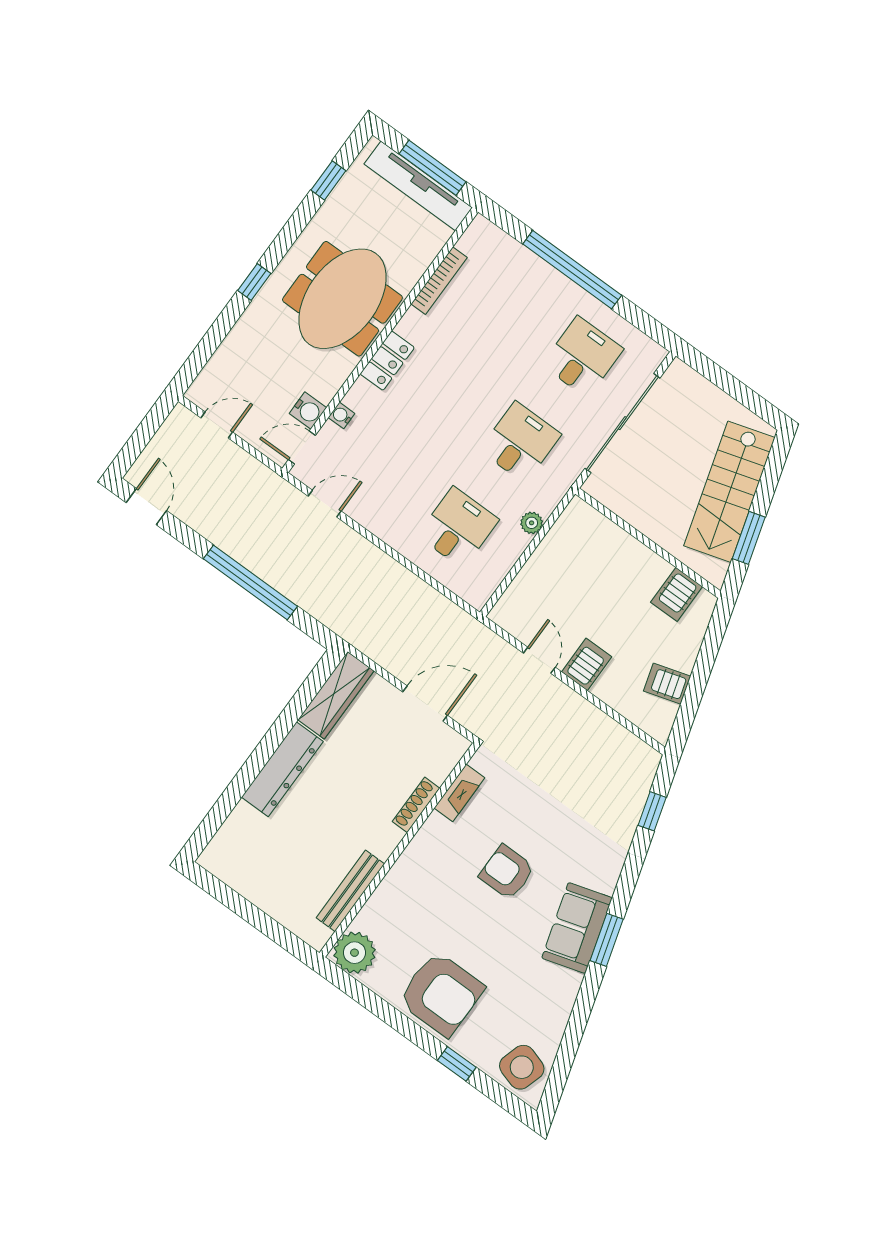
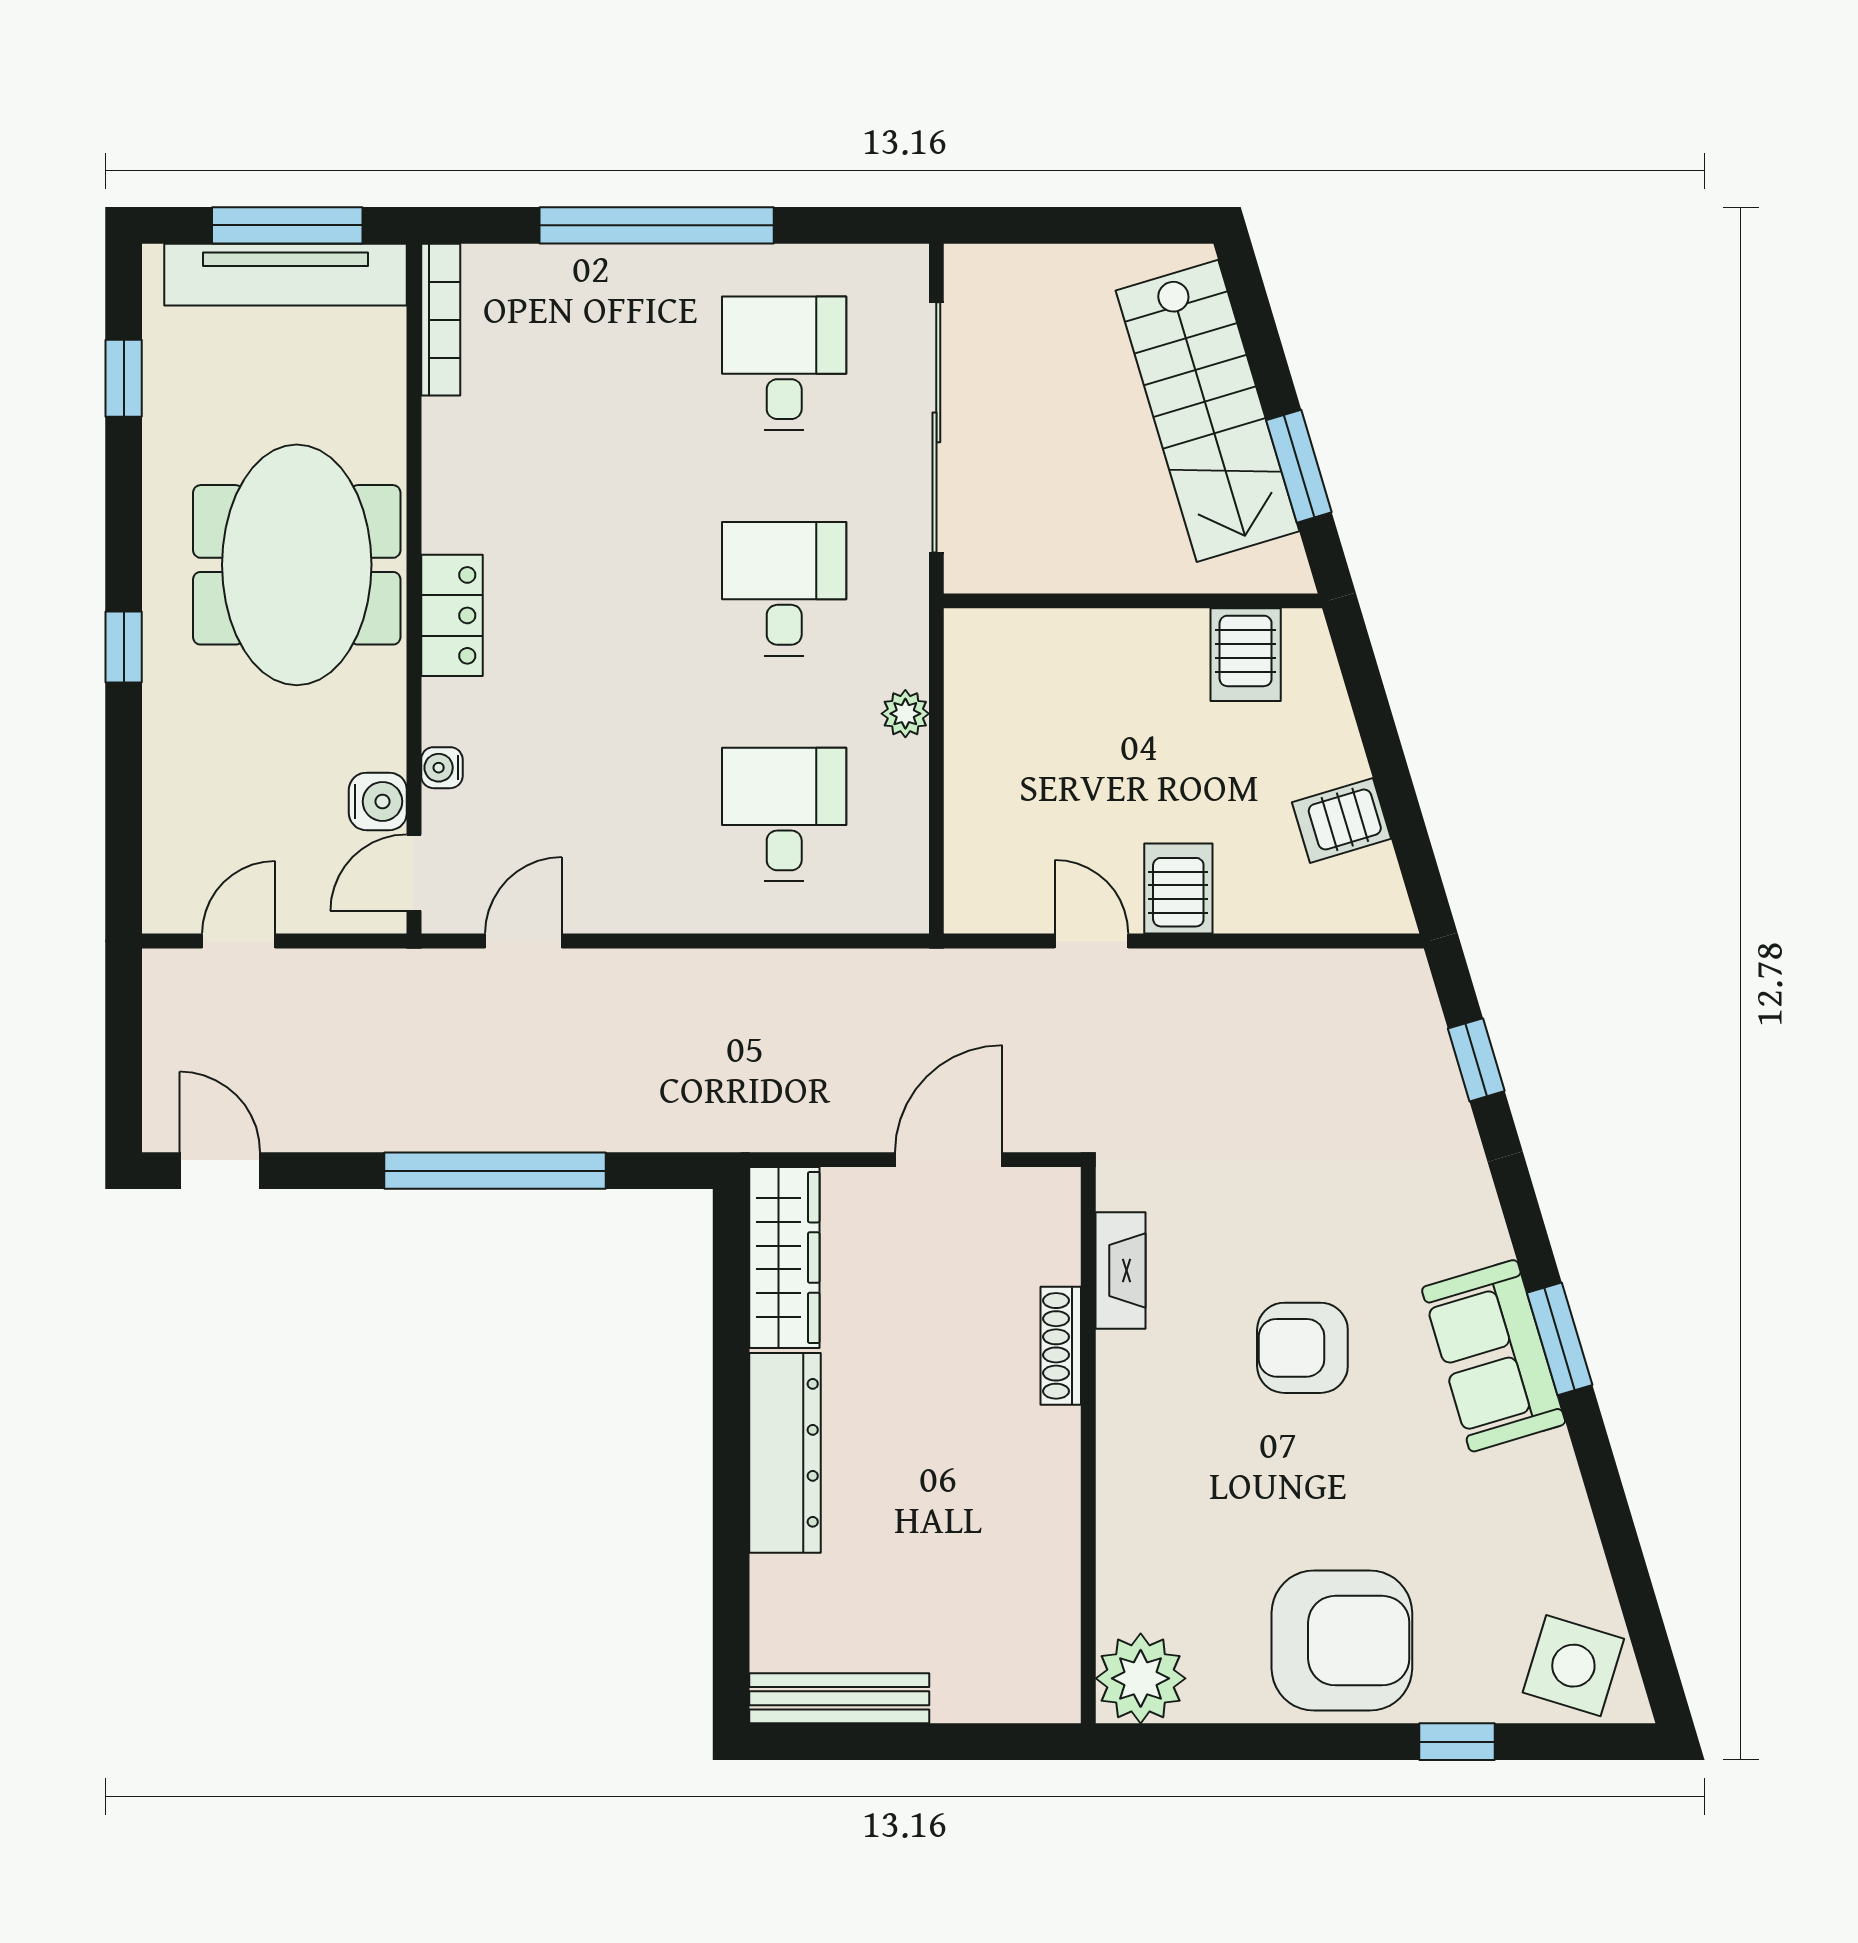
bookcase: (439, 281) -> (441, 320), moved
bench: (350, 891) -> (839, 1698), moved, turned 90

